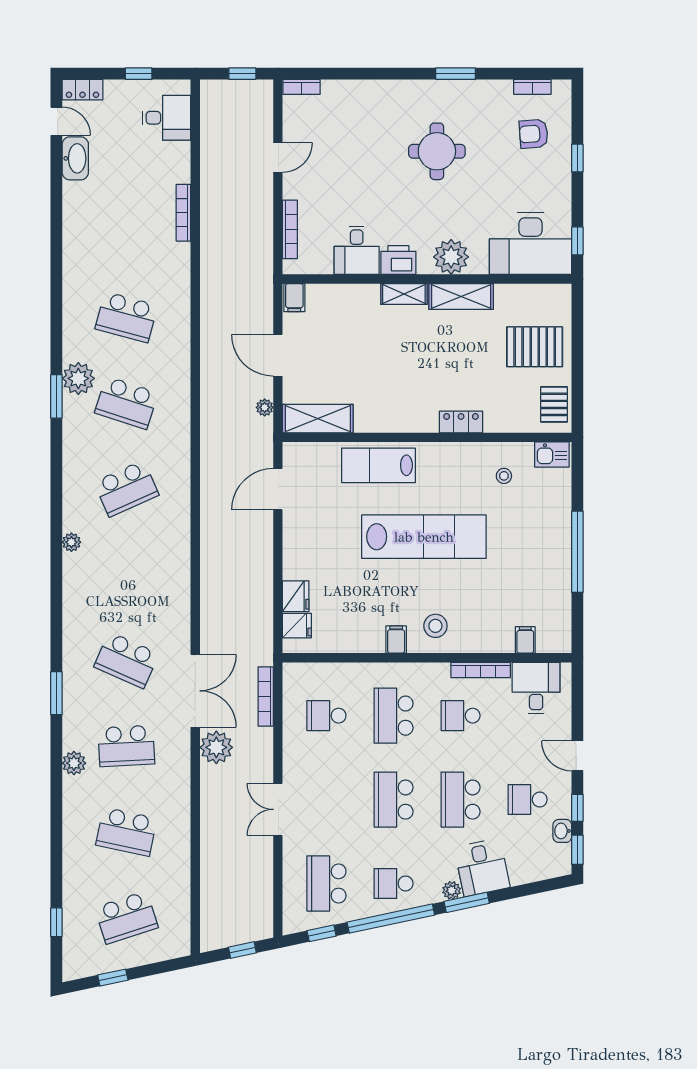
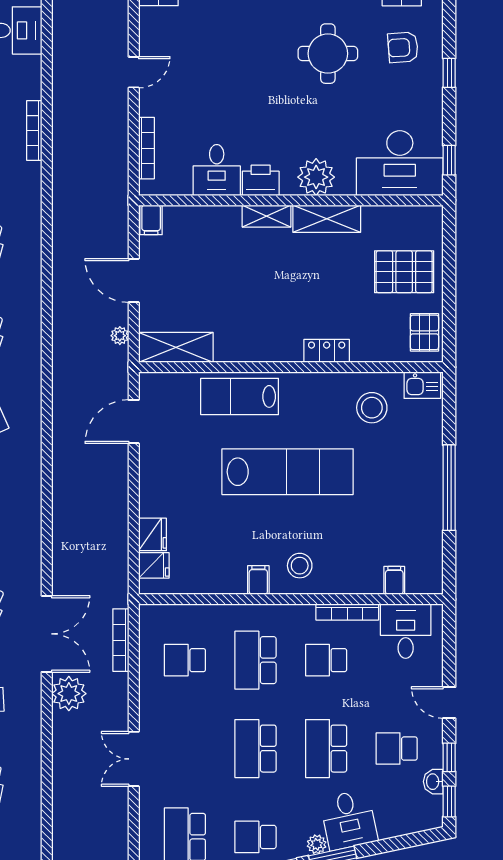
round table: (437, 151) -> (328, 54), moved
stool: (504, 476) -> (372, 408), width x1.89, depth x1.89

